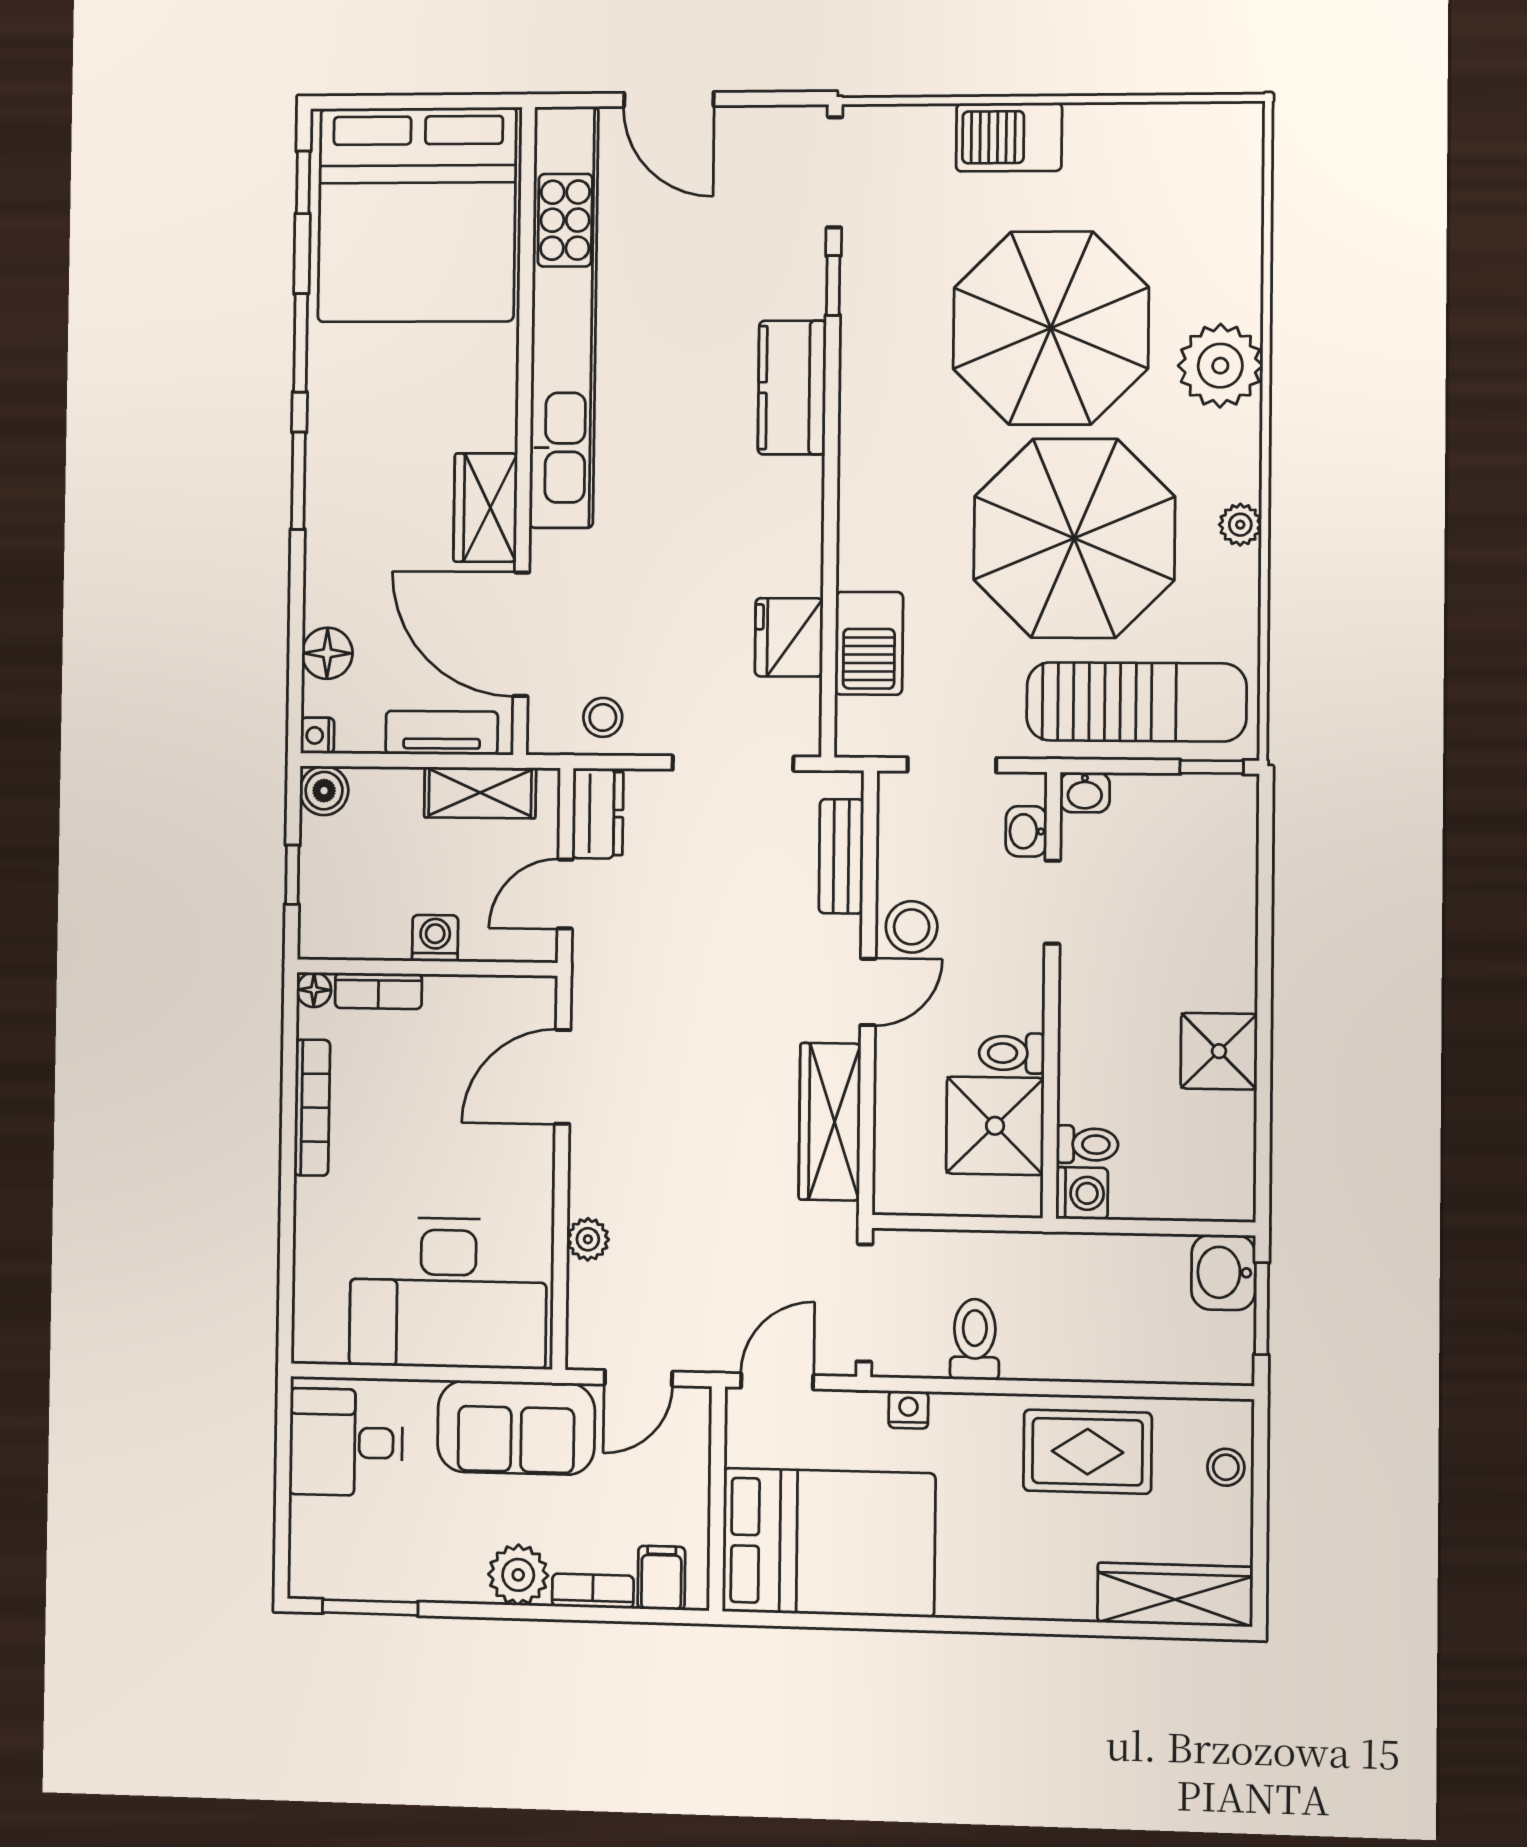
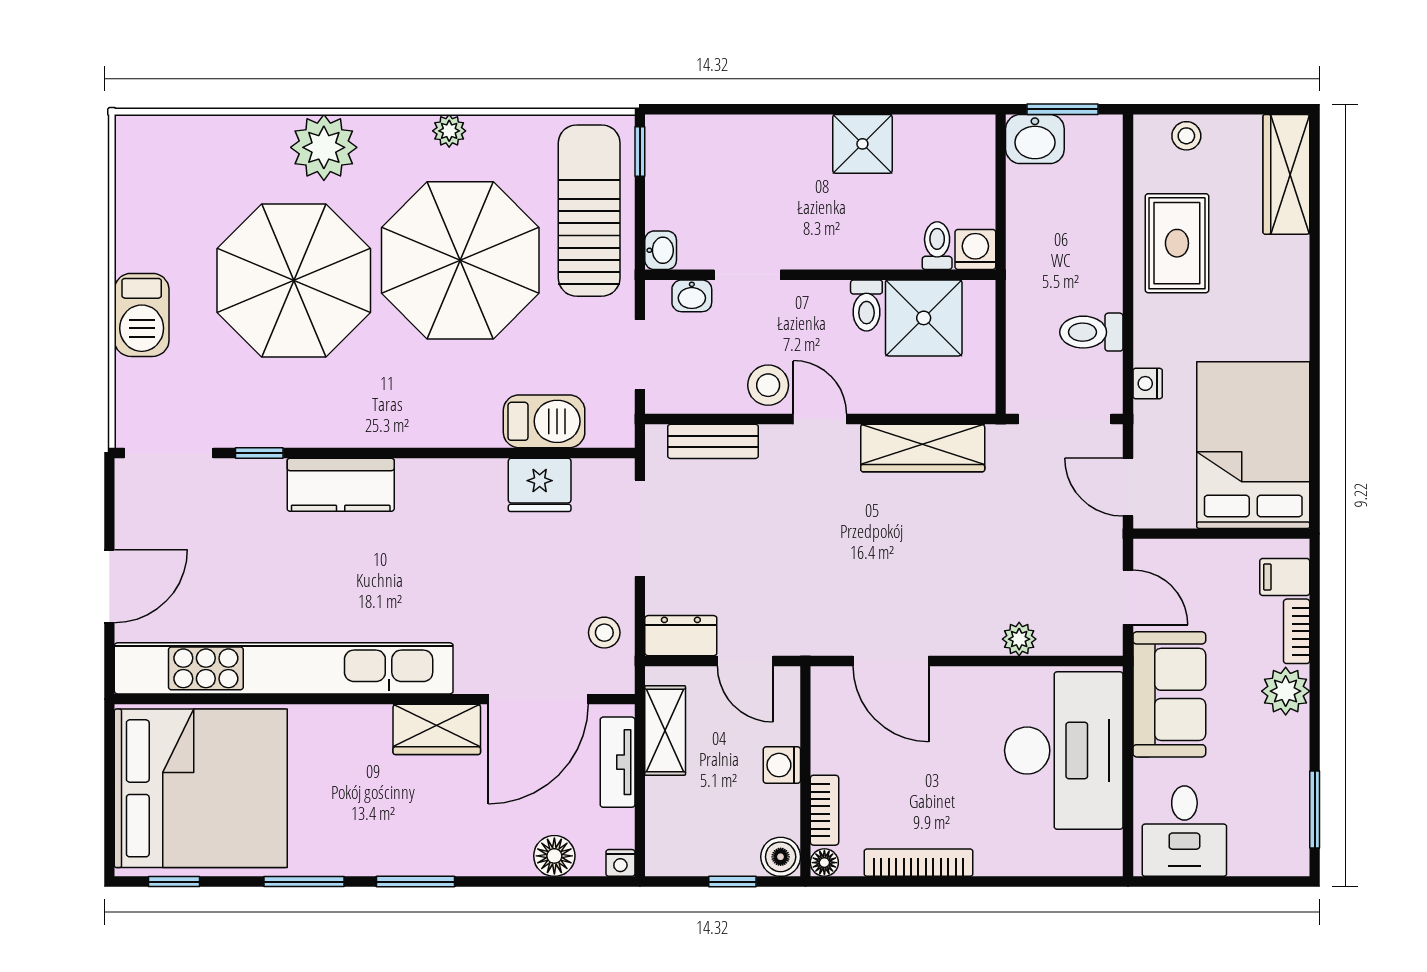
boiler: (324, 791) -> (781, 857), moved

